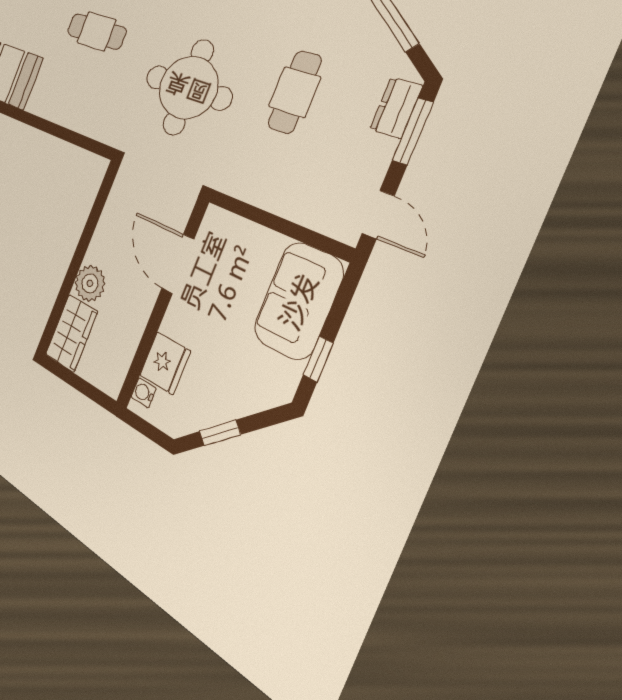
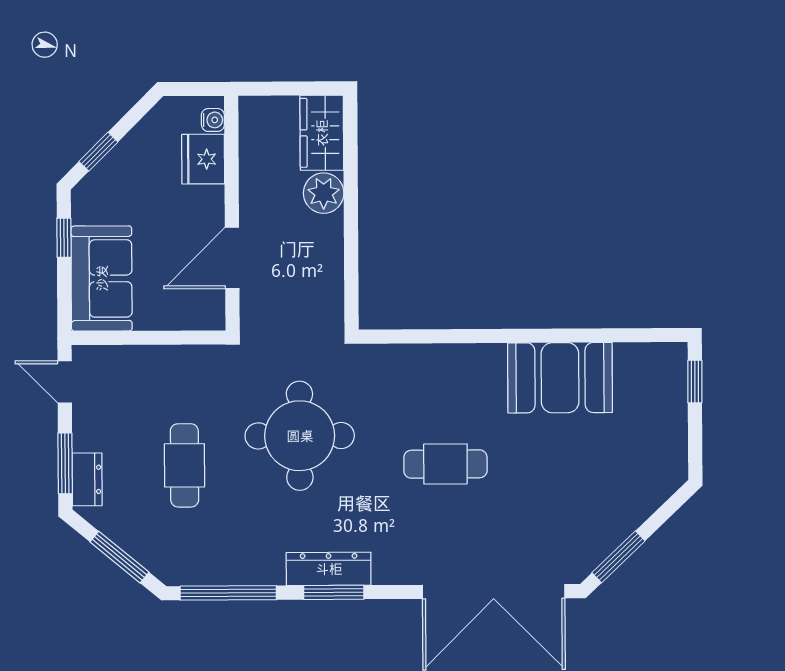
door: (178, 264) -> (232, 258), swing flipped
window: (220, 433) -> (98, 152), moved

